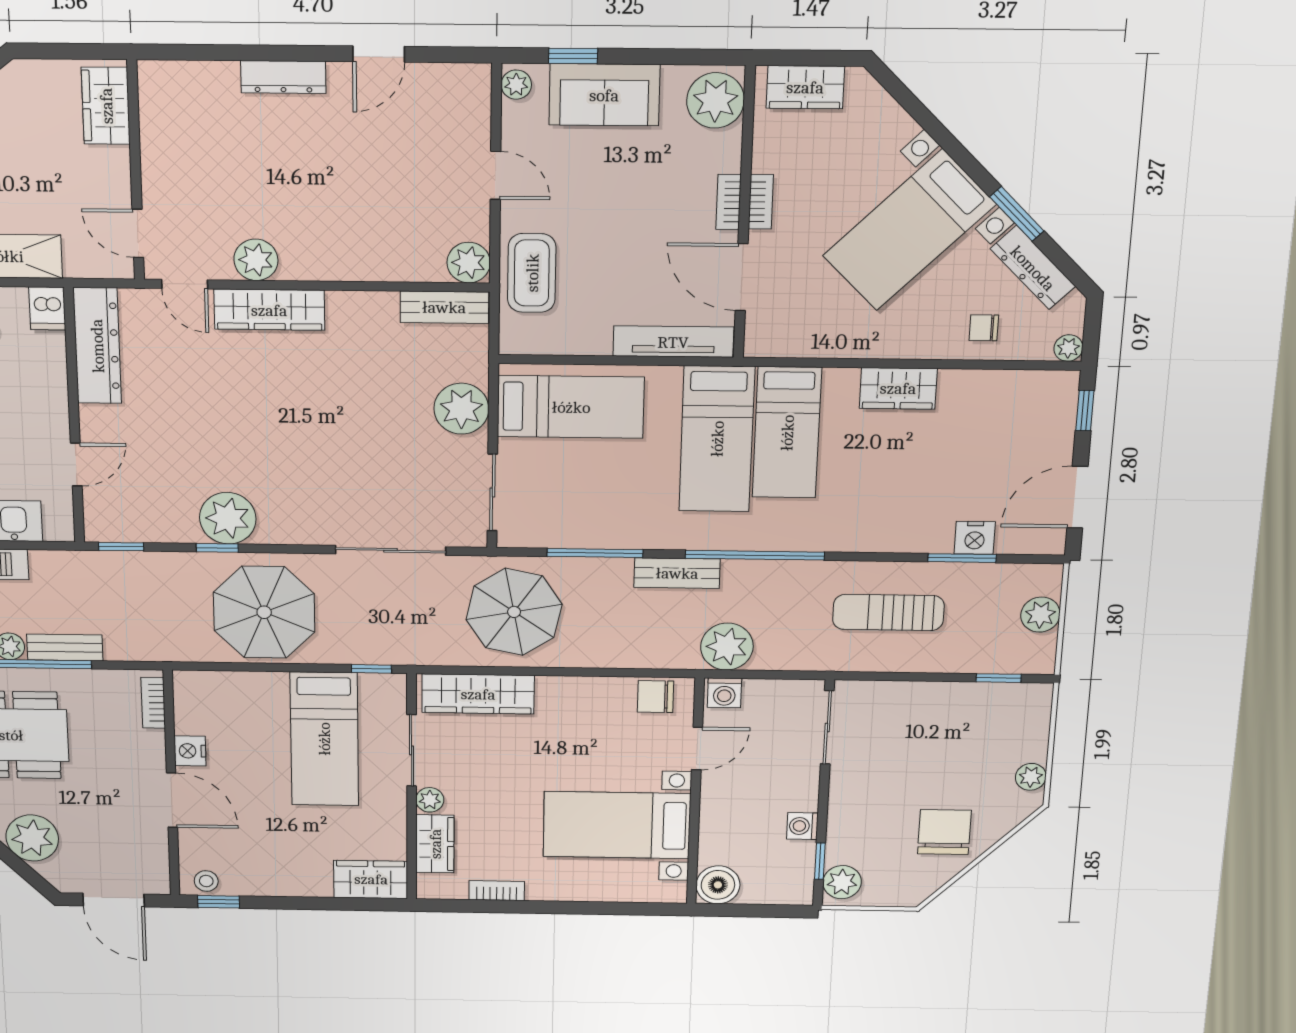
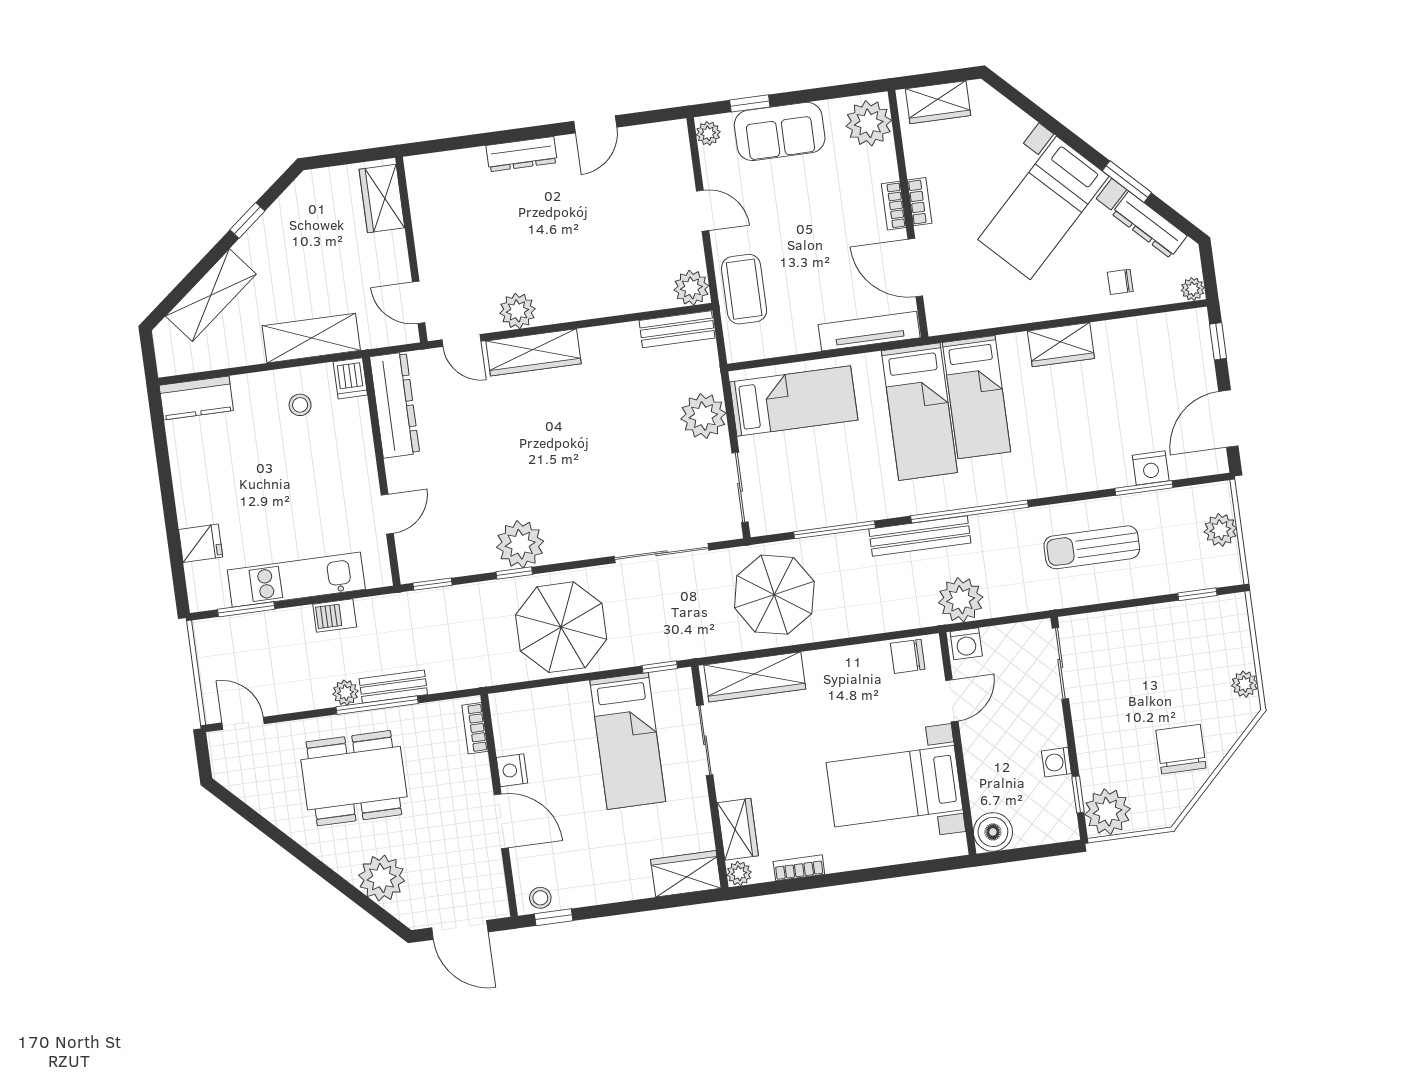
bench: (677, 573) -> (920, 536), width x1.36
plant: (430, 800) -> (739, 873), moved
plant: (842, 882) -> (1107, 812), width x1.36, depth x1.36

